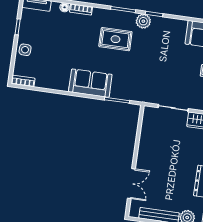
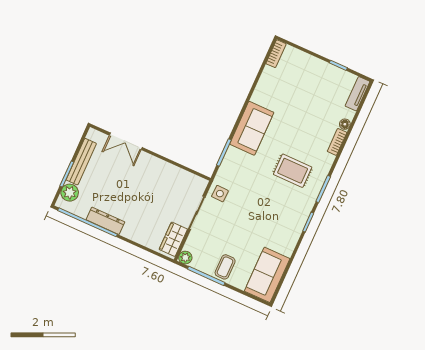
plant: (143, 21) -> (304, 208), removed
rug: (115, 39) -> (293, 171), turned 90
side table: (25, 50) -> (220, 194), moved

